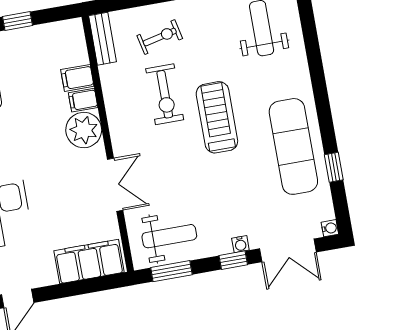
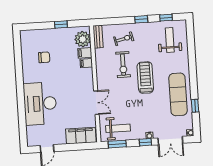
plant: (84, 130) -> (83, 39), moved

